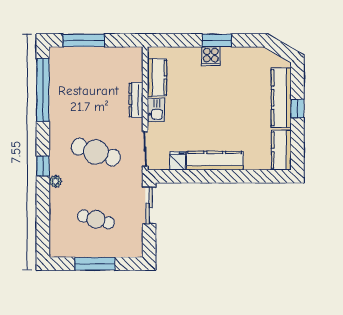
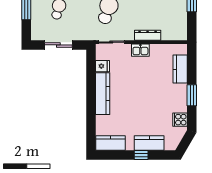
cooker: (211, 56) -> (180, 120), moved
kitchen counter: (157, 78) -> (180, 69), moved, turned 90
kitchen counter: (281, 98) -> (149, 143), width x0.67
sliding door: (149, 205) -> (58, 45), moved

